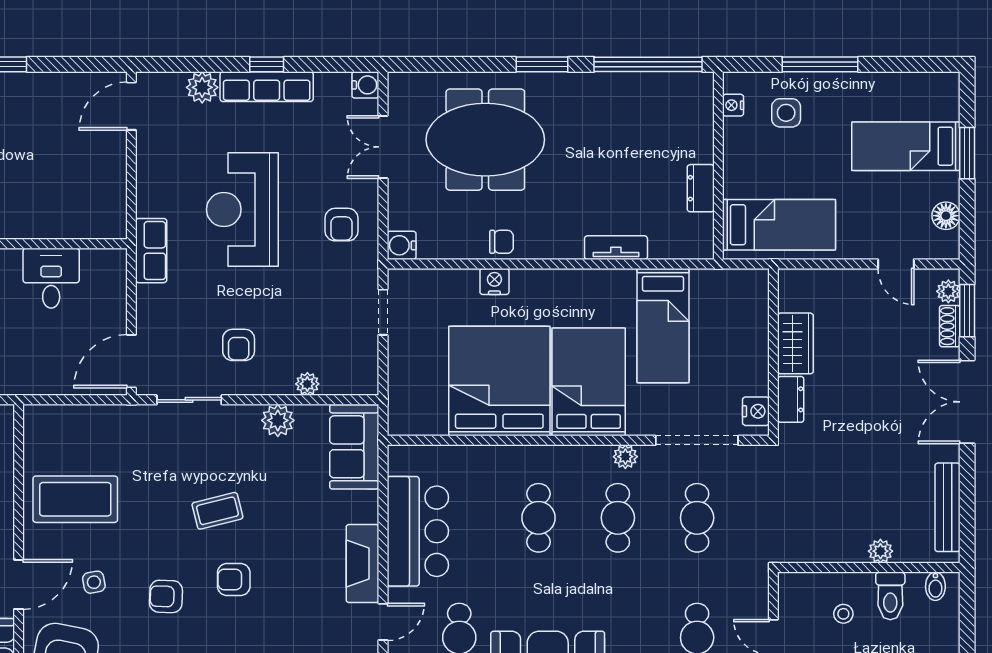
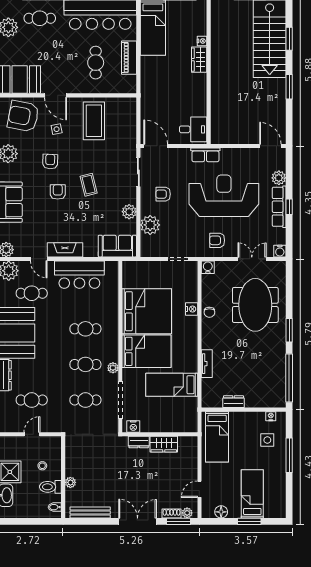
reception desk: (242, 209) -> (224, 196), width x1.36, depth x1.30
desk: (51, 278) -> (193, 129), moved
plant: (307, 384) -> (150, 225), width x1.87, depth x1.87

